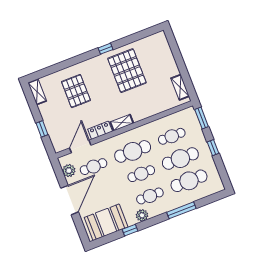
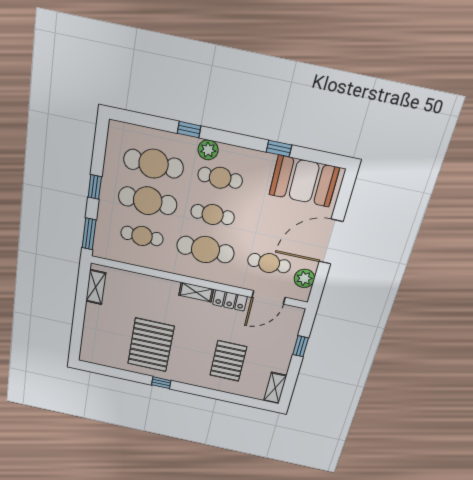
window: (181, 210) -> (189, 130), width x0.46
plant: (142, 215) -> (208, 150), moved

